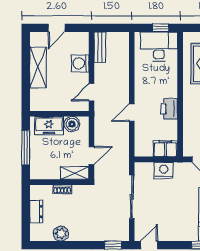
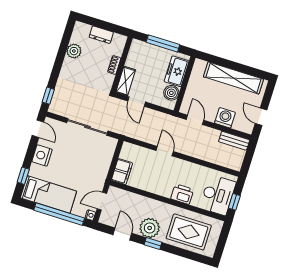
door: (56, 28) -> (261, 117), moved
shelving: (38, 67) -> (233, 78), width x1.47
printer: (169, 109) -> (182, 194), moved
nightstand: (164, 170) -> (42, 155), moved, turned 180

